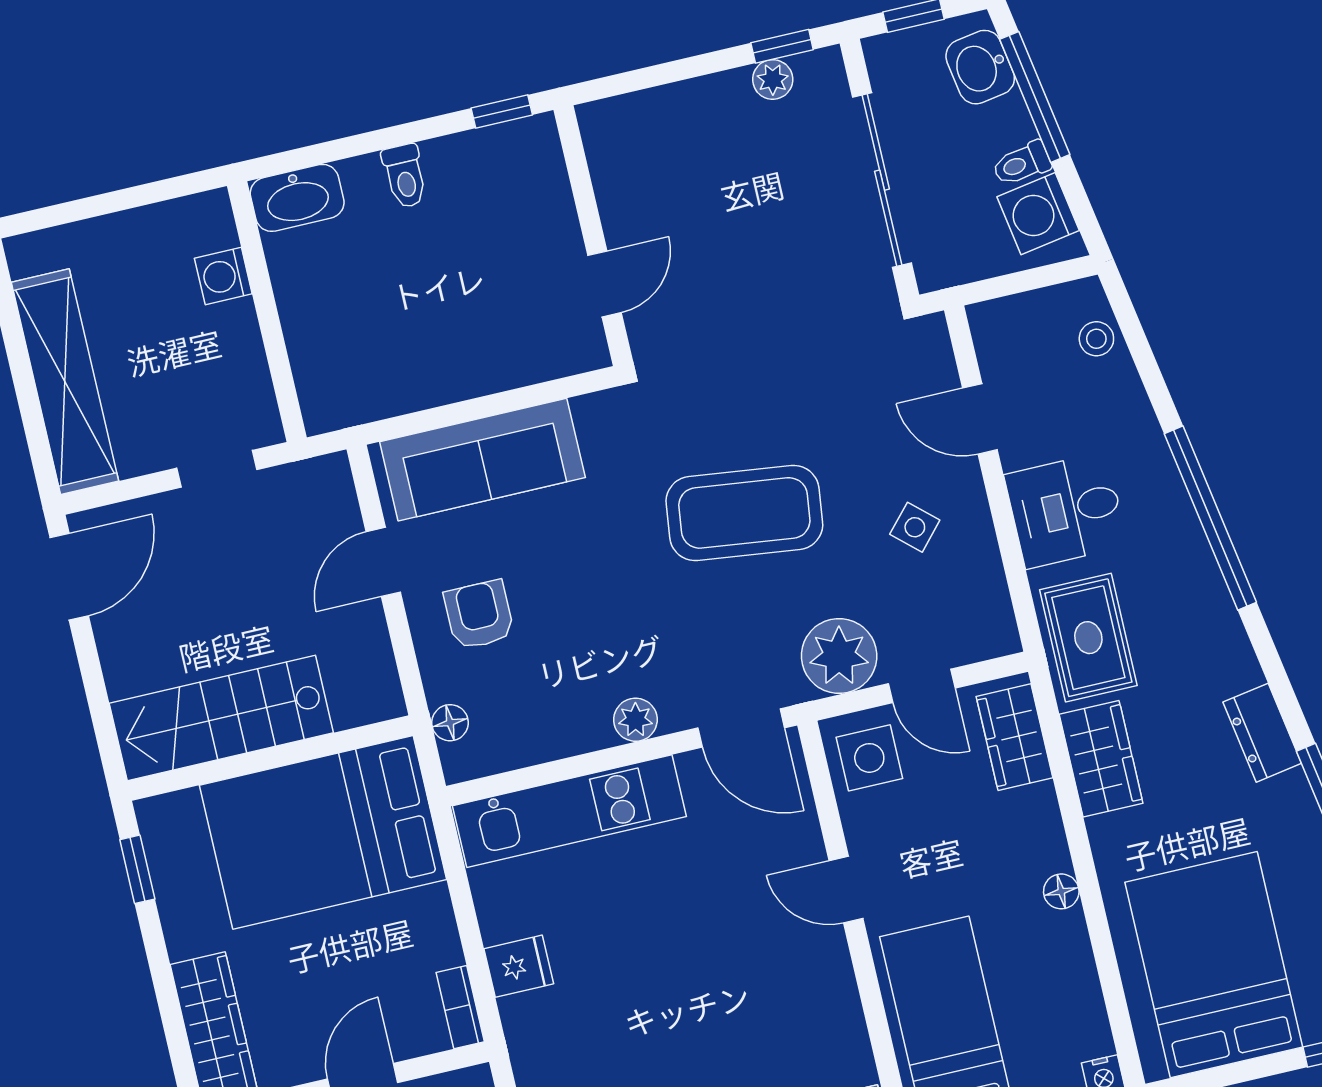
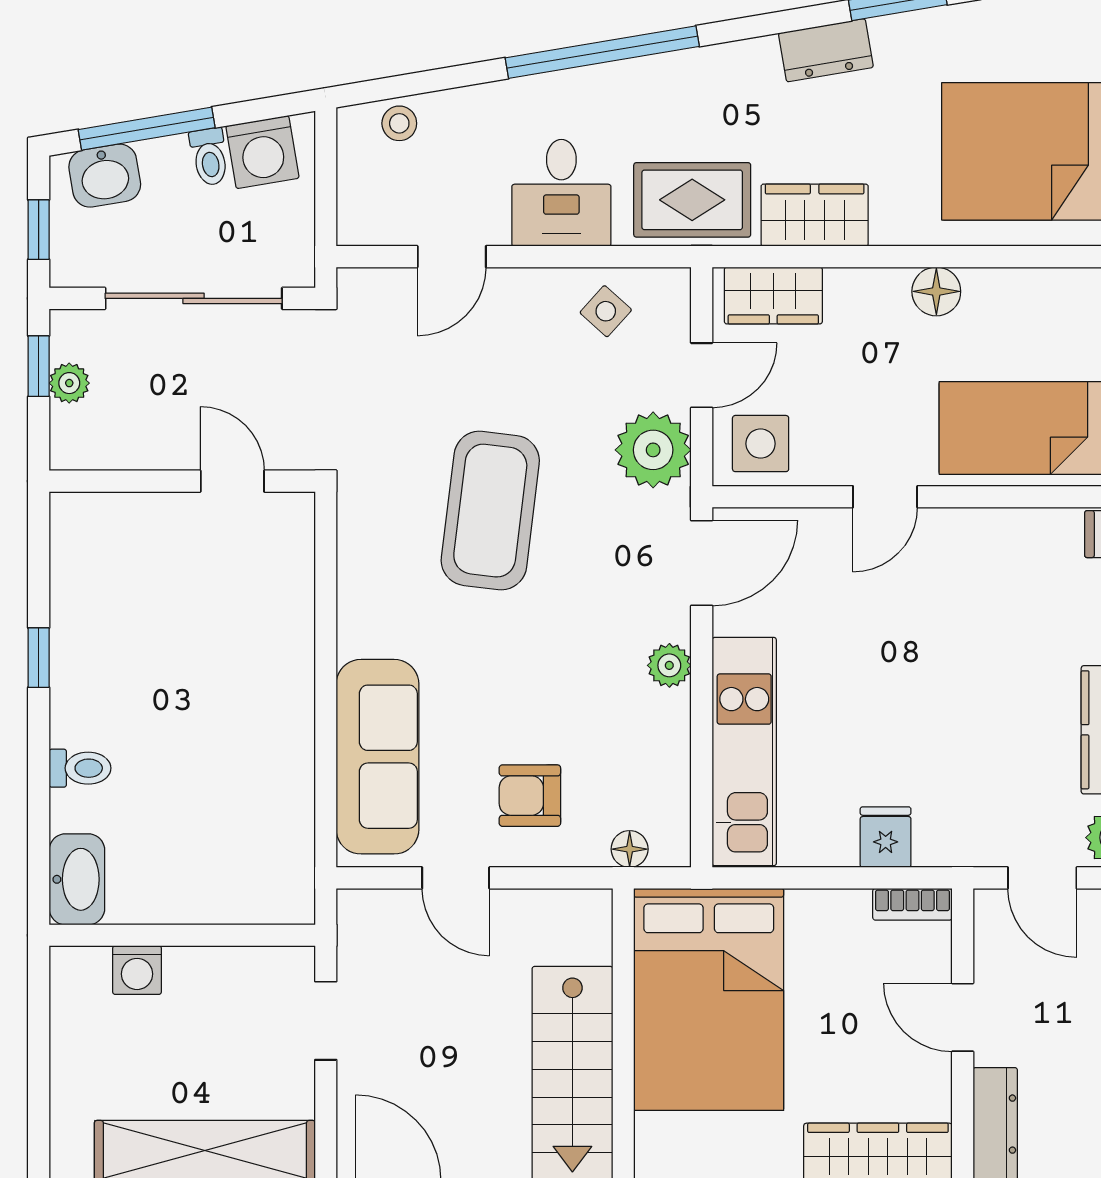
wall: (593, 236) -> (182, 481), moved
door: (604, 284) -> (232, 481), moved
side table: (915, 527) -> (606, 311), moved
floor lamp: (1061, 891) -> (936, 291), width x1.37, depth x1.37

